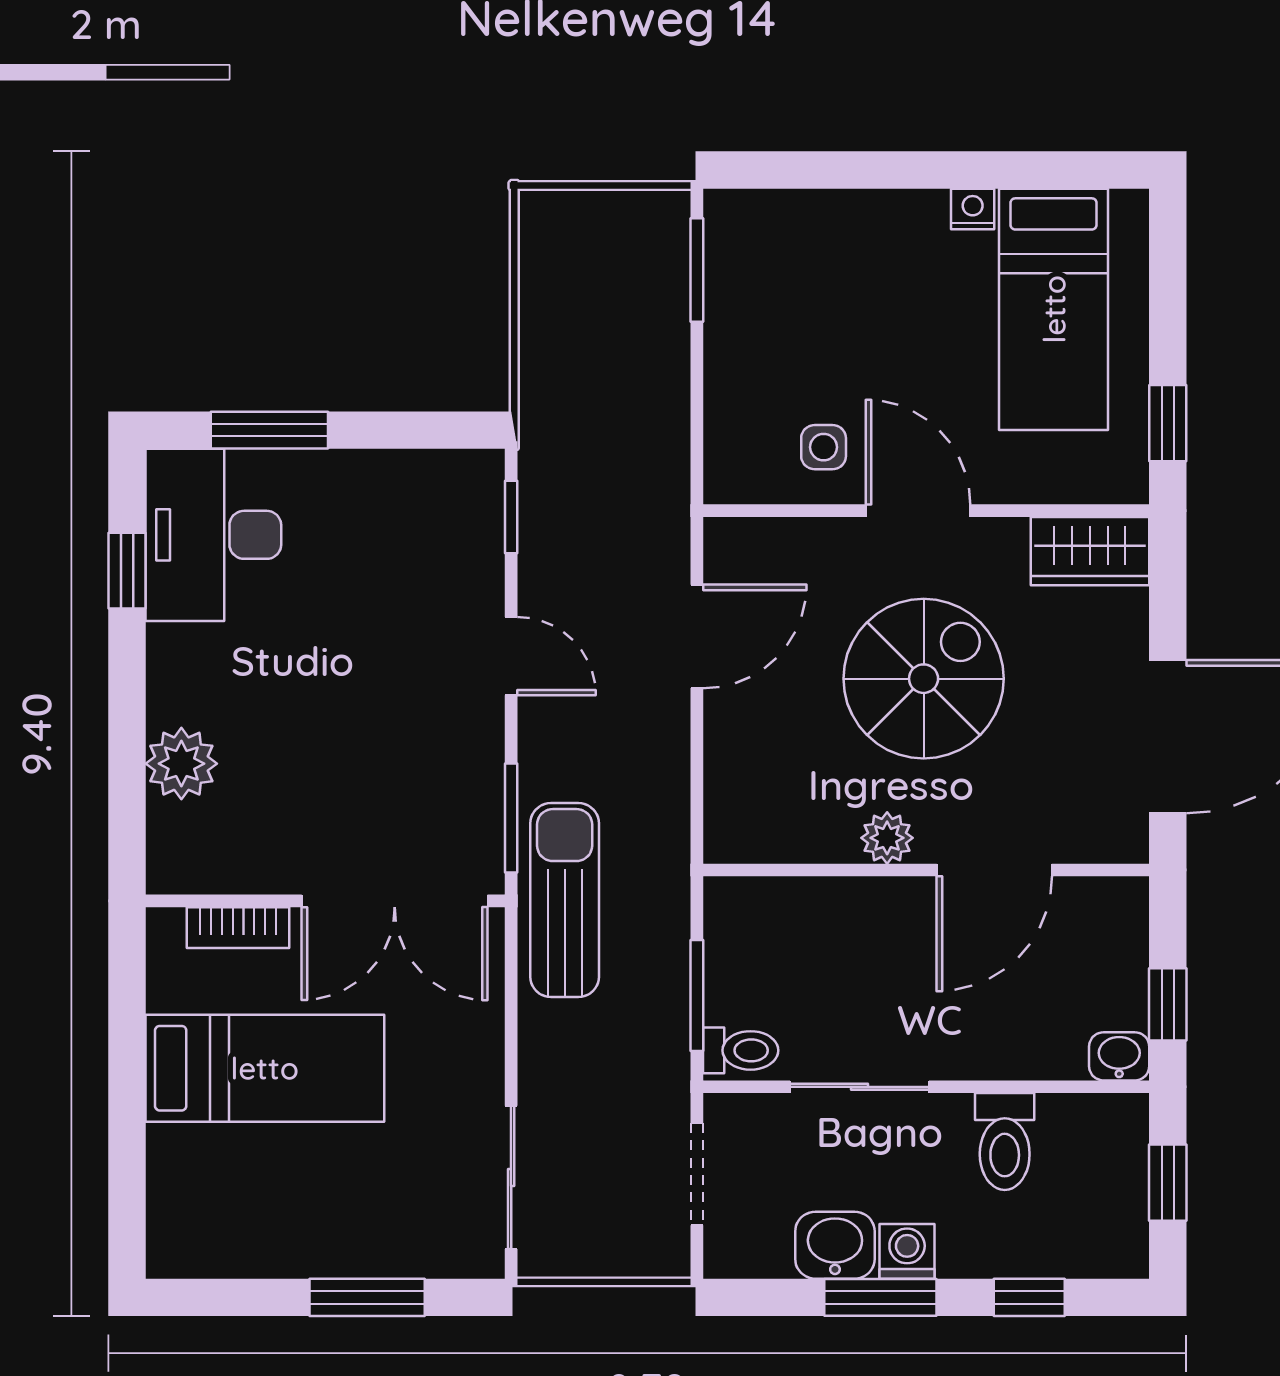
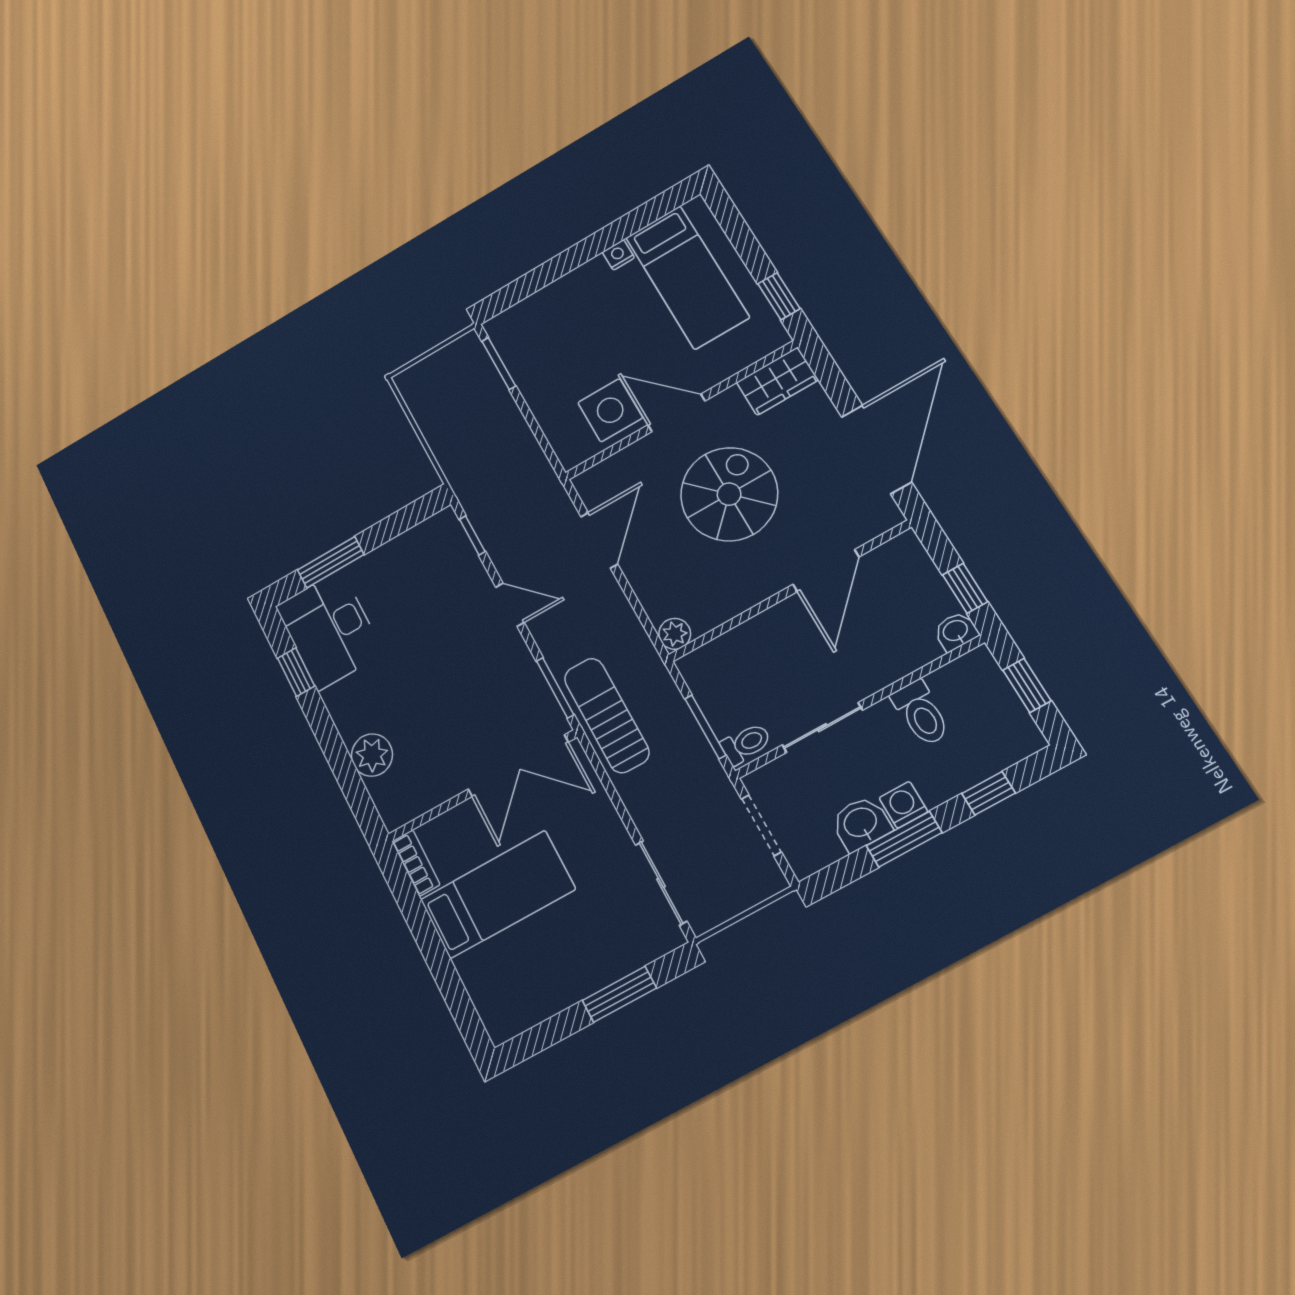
side table: (824, 447) -> (610, 410), width x1.87, depth x1.87
plant: (887, 838) -> (675, 634), moved
bookcase: (238, 928) -> (416, 863), moved, turned -90

